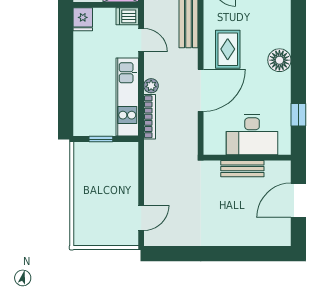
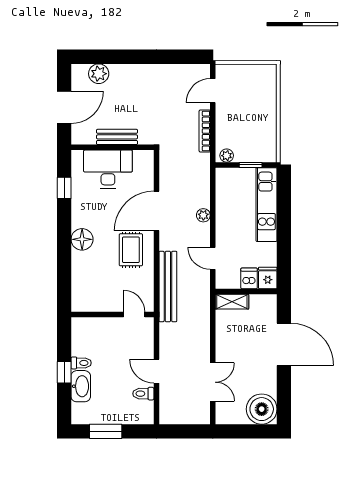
dishwasher: (127, 16) -> (249, 278), moved, turned -90
kitchen unit: (127, 97) -> (266, 205), moved, turned 180
bookcase: (150, 117) -> (205, 131), moved
plant: (126, 149) -> (227, 156), added
plant: (262, 236) -> (99, 74), added

